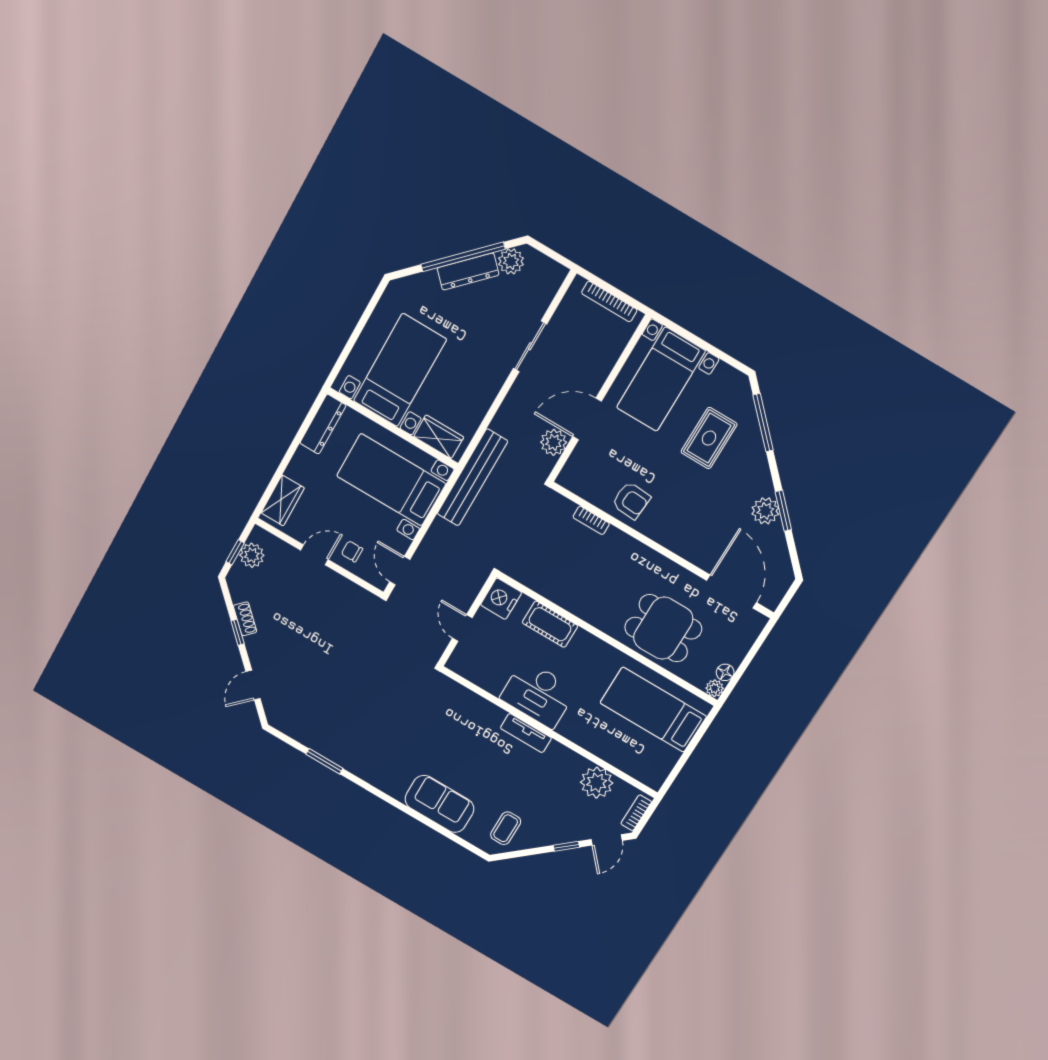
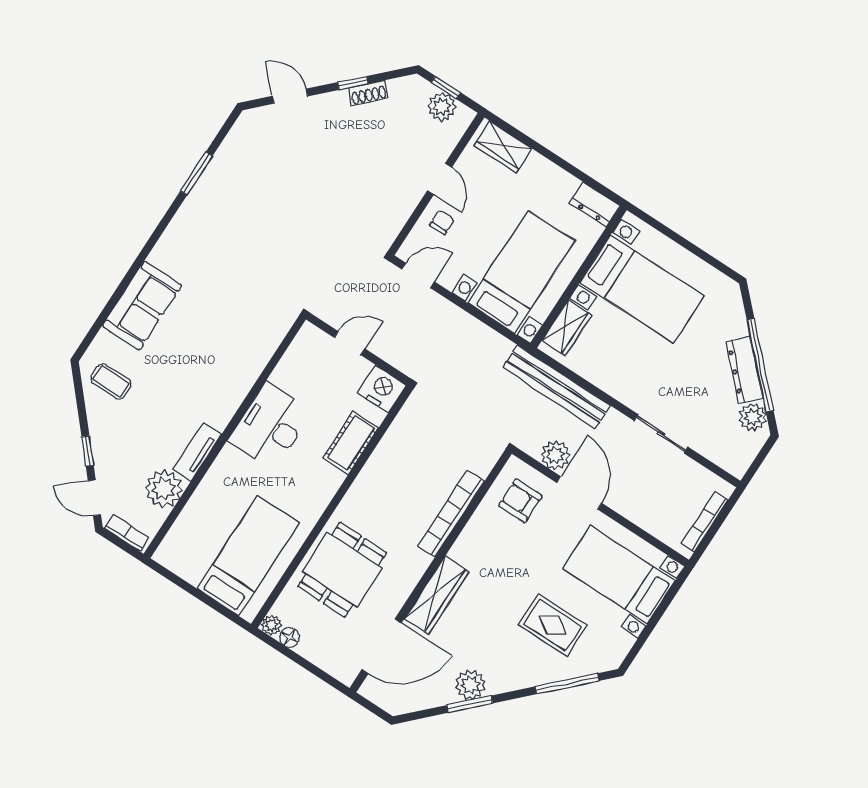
dresser: (323, 424) -> (595, 204), width x0.70
bench: (472, 477) -> (556, 387), moved
armchair: (631, 500) -> (520, 501), moved, turned 86
bookcase: (591, 520) -> (451, 514), width x2.31, depth x1.31
wardrobe: (684, 544) -> (437, 595), added
tv unit: (526, 733) -> (197, 452), moved

